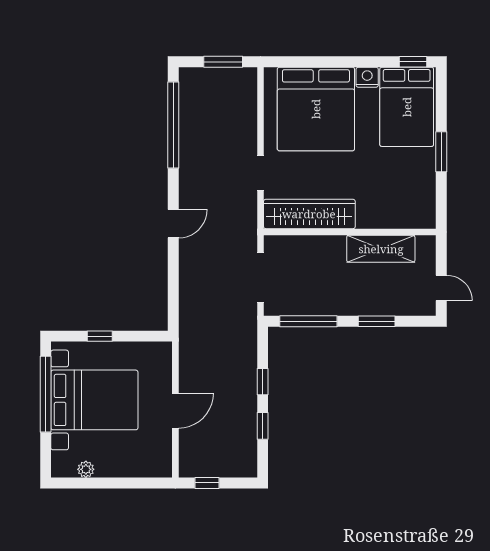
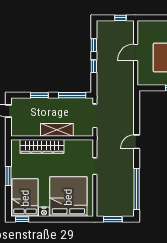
wardrobe: (309, 214) -> (42, 146), moved
shelving: (381, 249) -> (57, 130), moved

